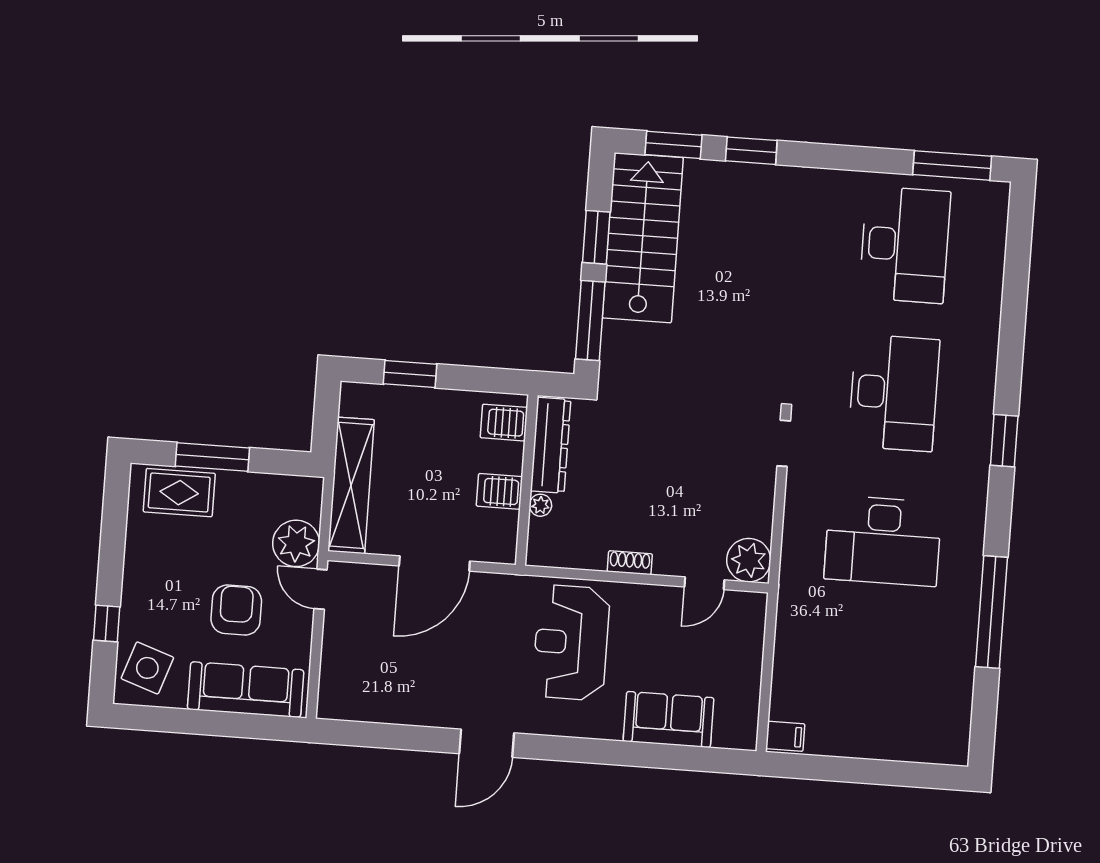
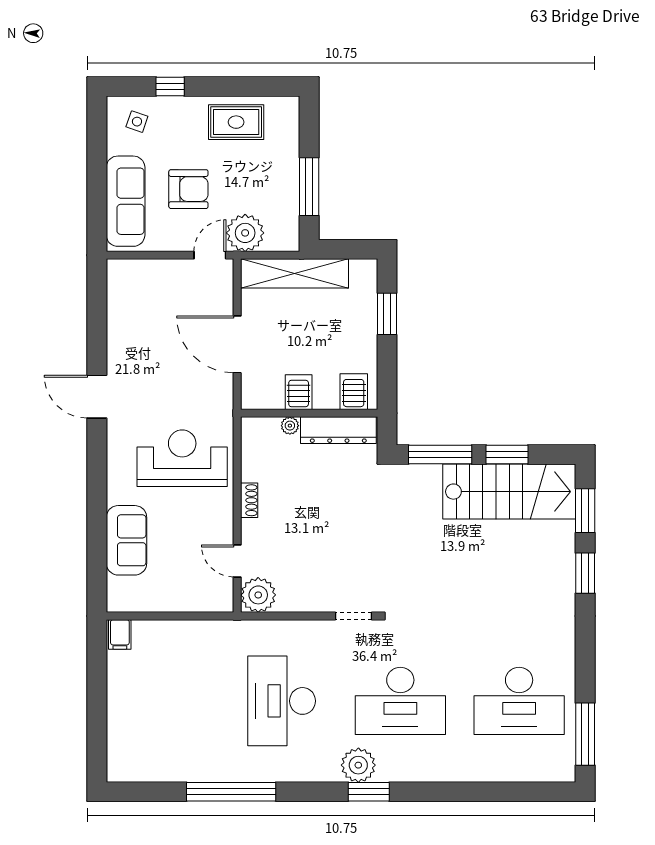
plant: (970, 451) -> (358, 765), added
window: (212, 457) -> (309, 187), moved
rug: (179, 493) -> (236, 122), moved, turned 90
side table: (147, 668) -> (137, 122), width x0.54, depth x0.54

